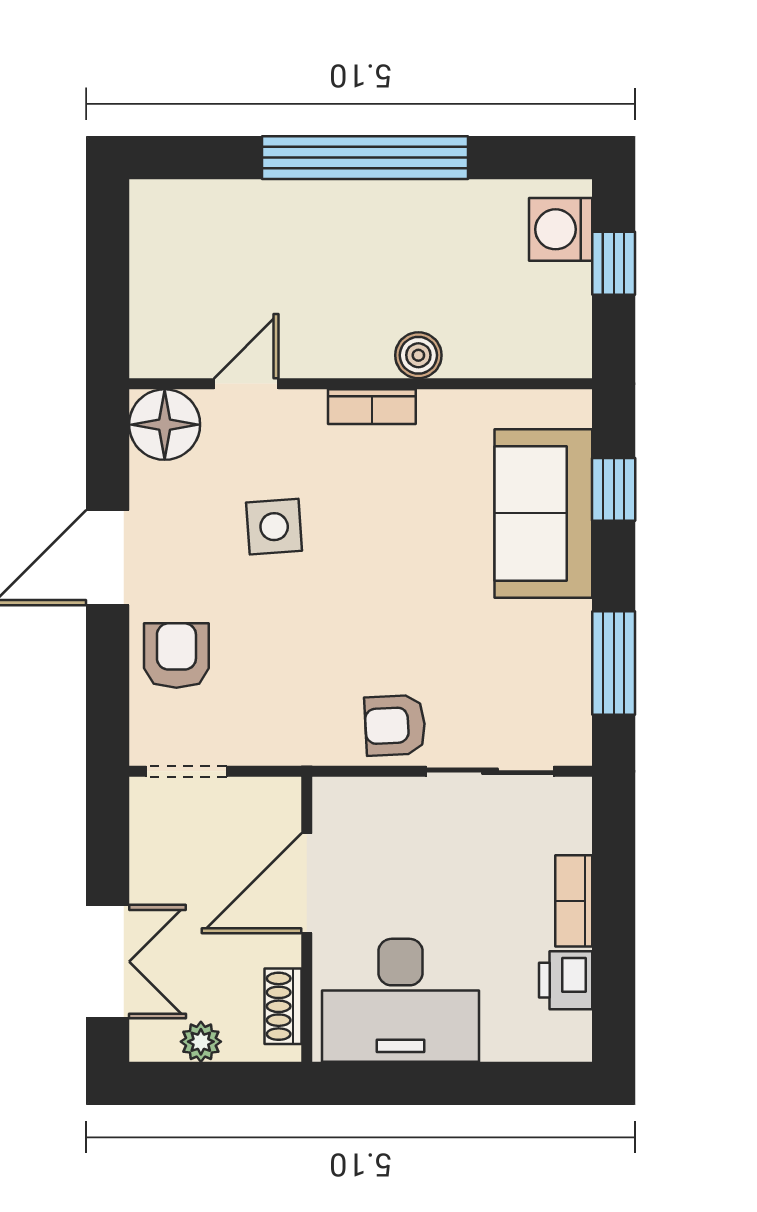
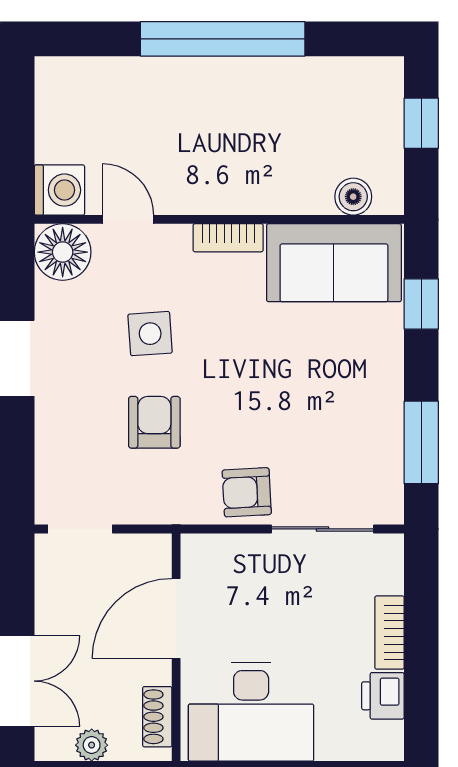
washing machine: (561, 229) -> (59, 190), moved, turned 180
boiler: (418, 355) -> (353, 197), moved
door: (246, 384) -> (128, 219), hinge flipped
sofa: (543, 513) -> (334, 263), moved, turned -90
armchair: (176, 656) -> (154, 422), moved

